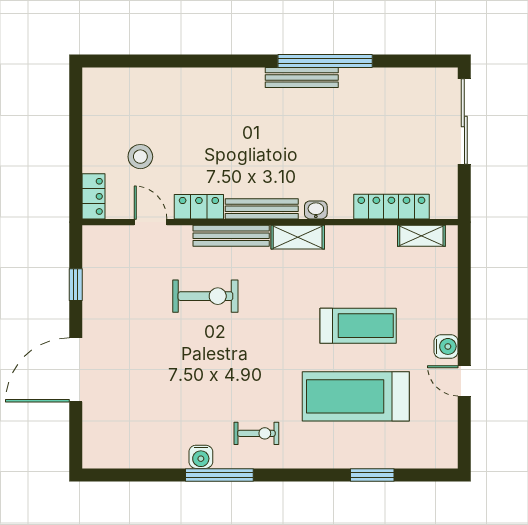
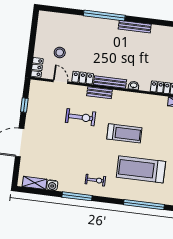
window: (325, 61) -> (104, 15), moved
bench: (231, 236) -> (100, 93), width x0.73
shelving: (298, 237) -> (35, 183), moved
treadmill: (358, 326) -> (124, 133), moved
water cooler: (201, 457) -> (52, 185), moved
window: (372, 475) -> (144, 205), width x2.11

